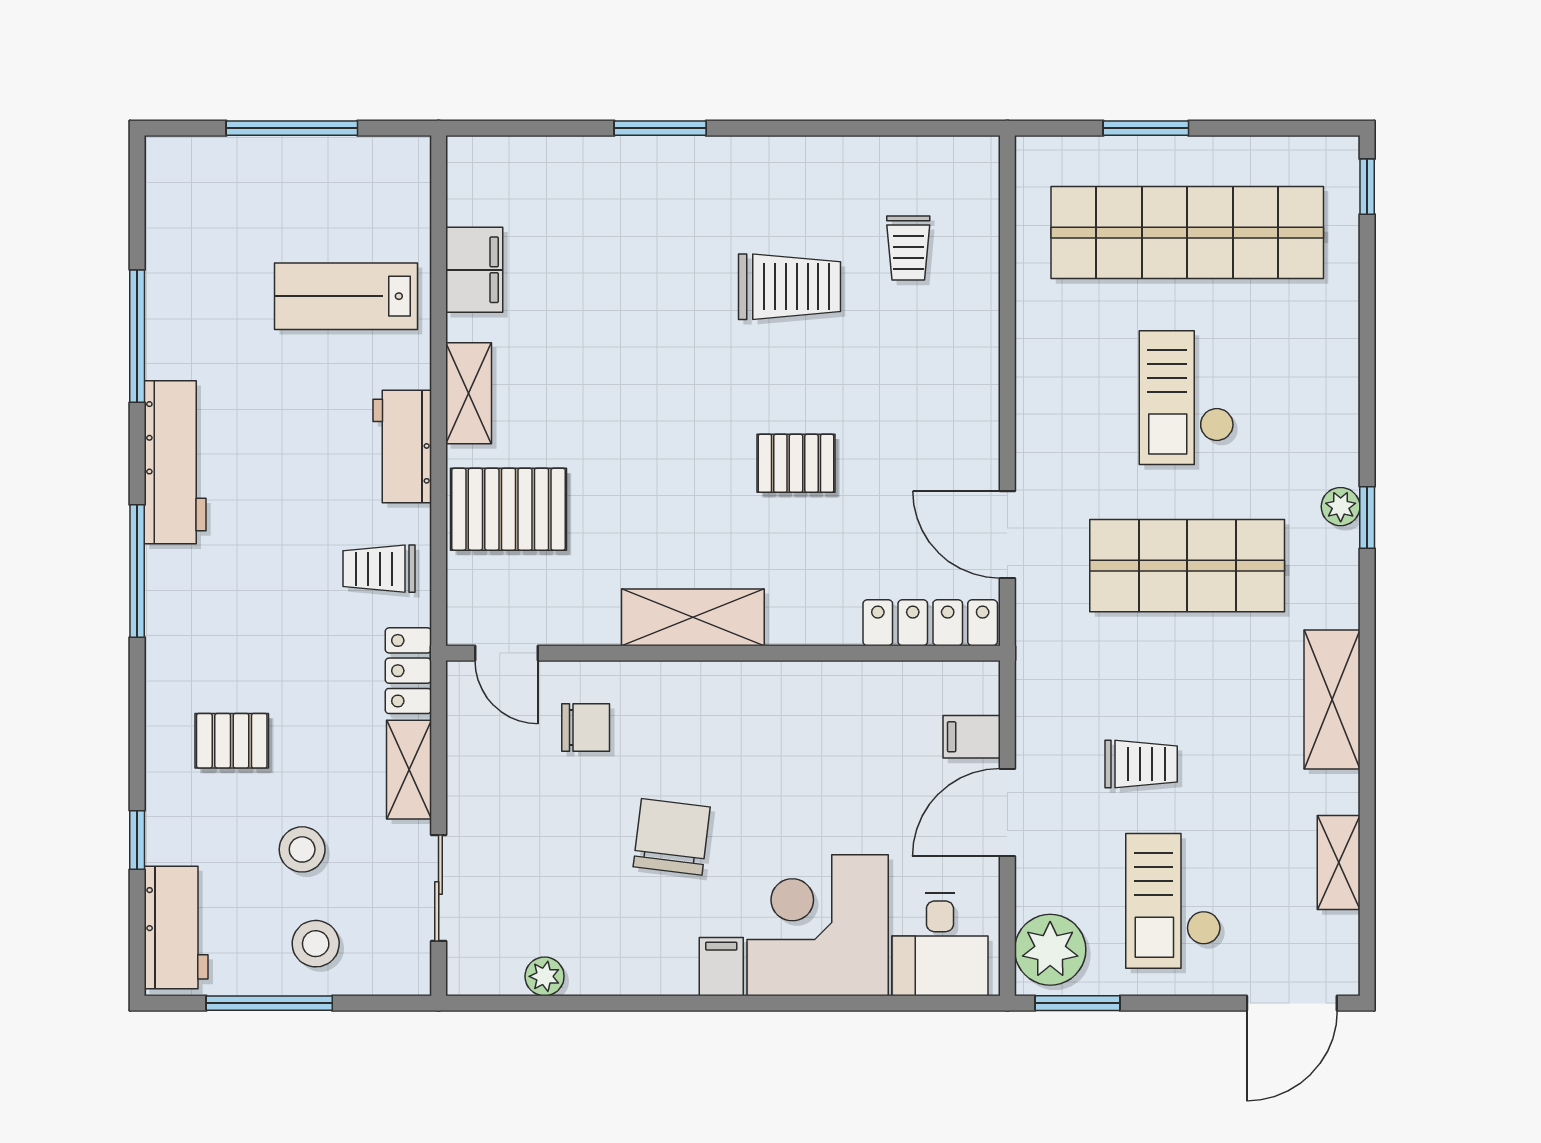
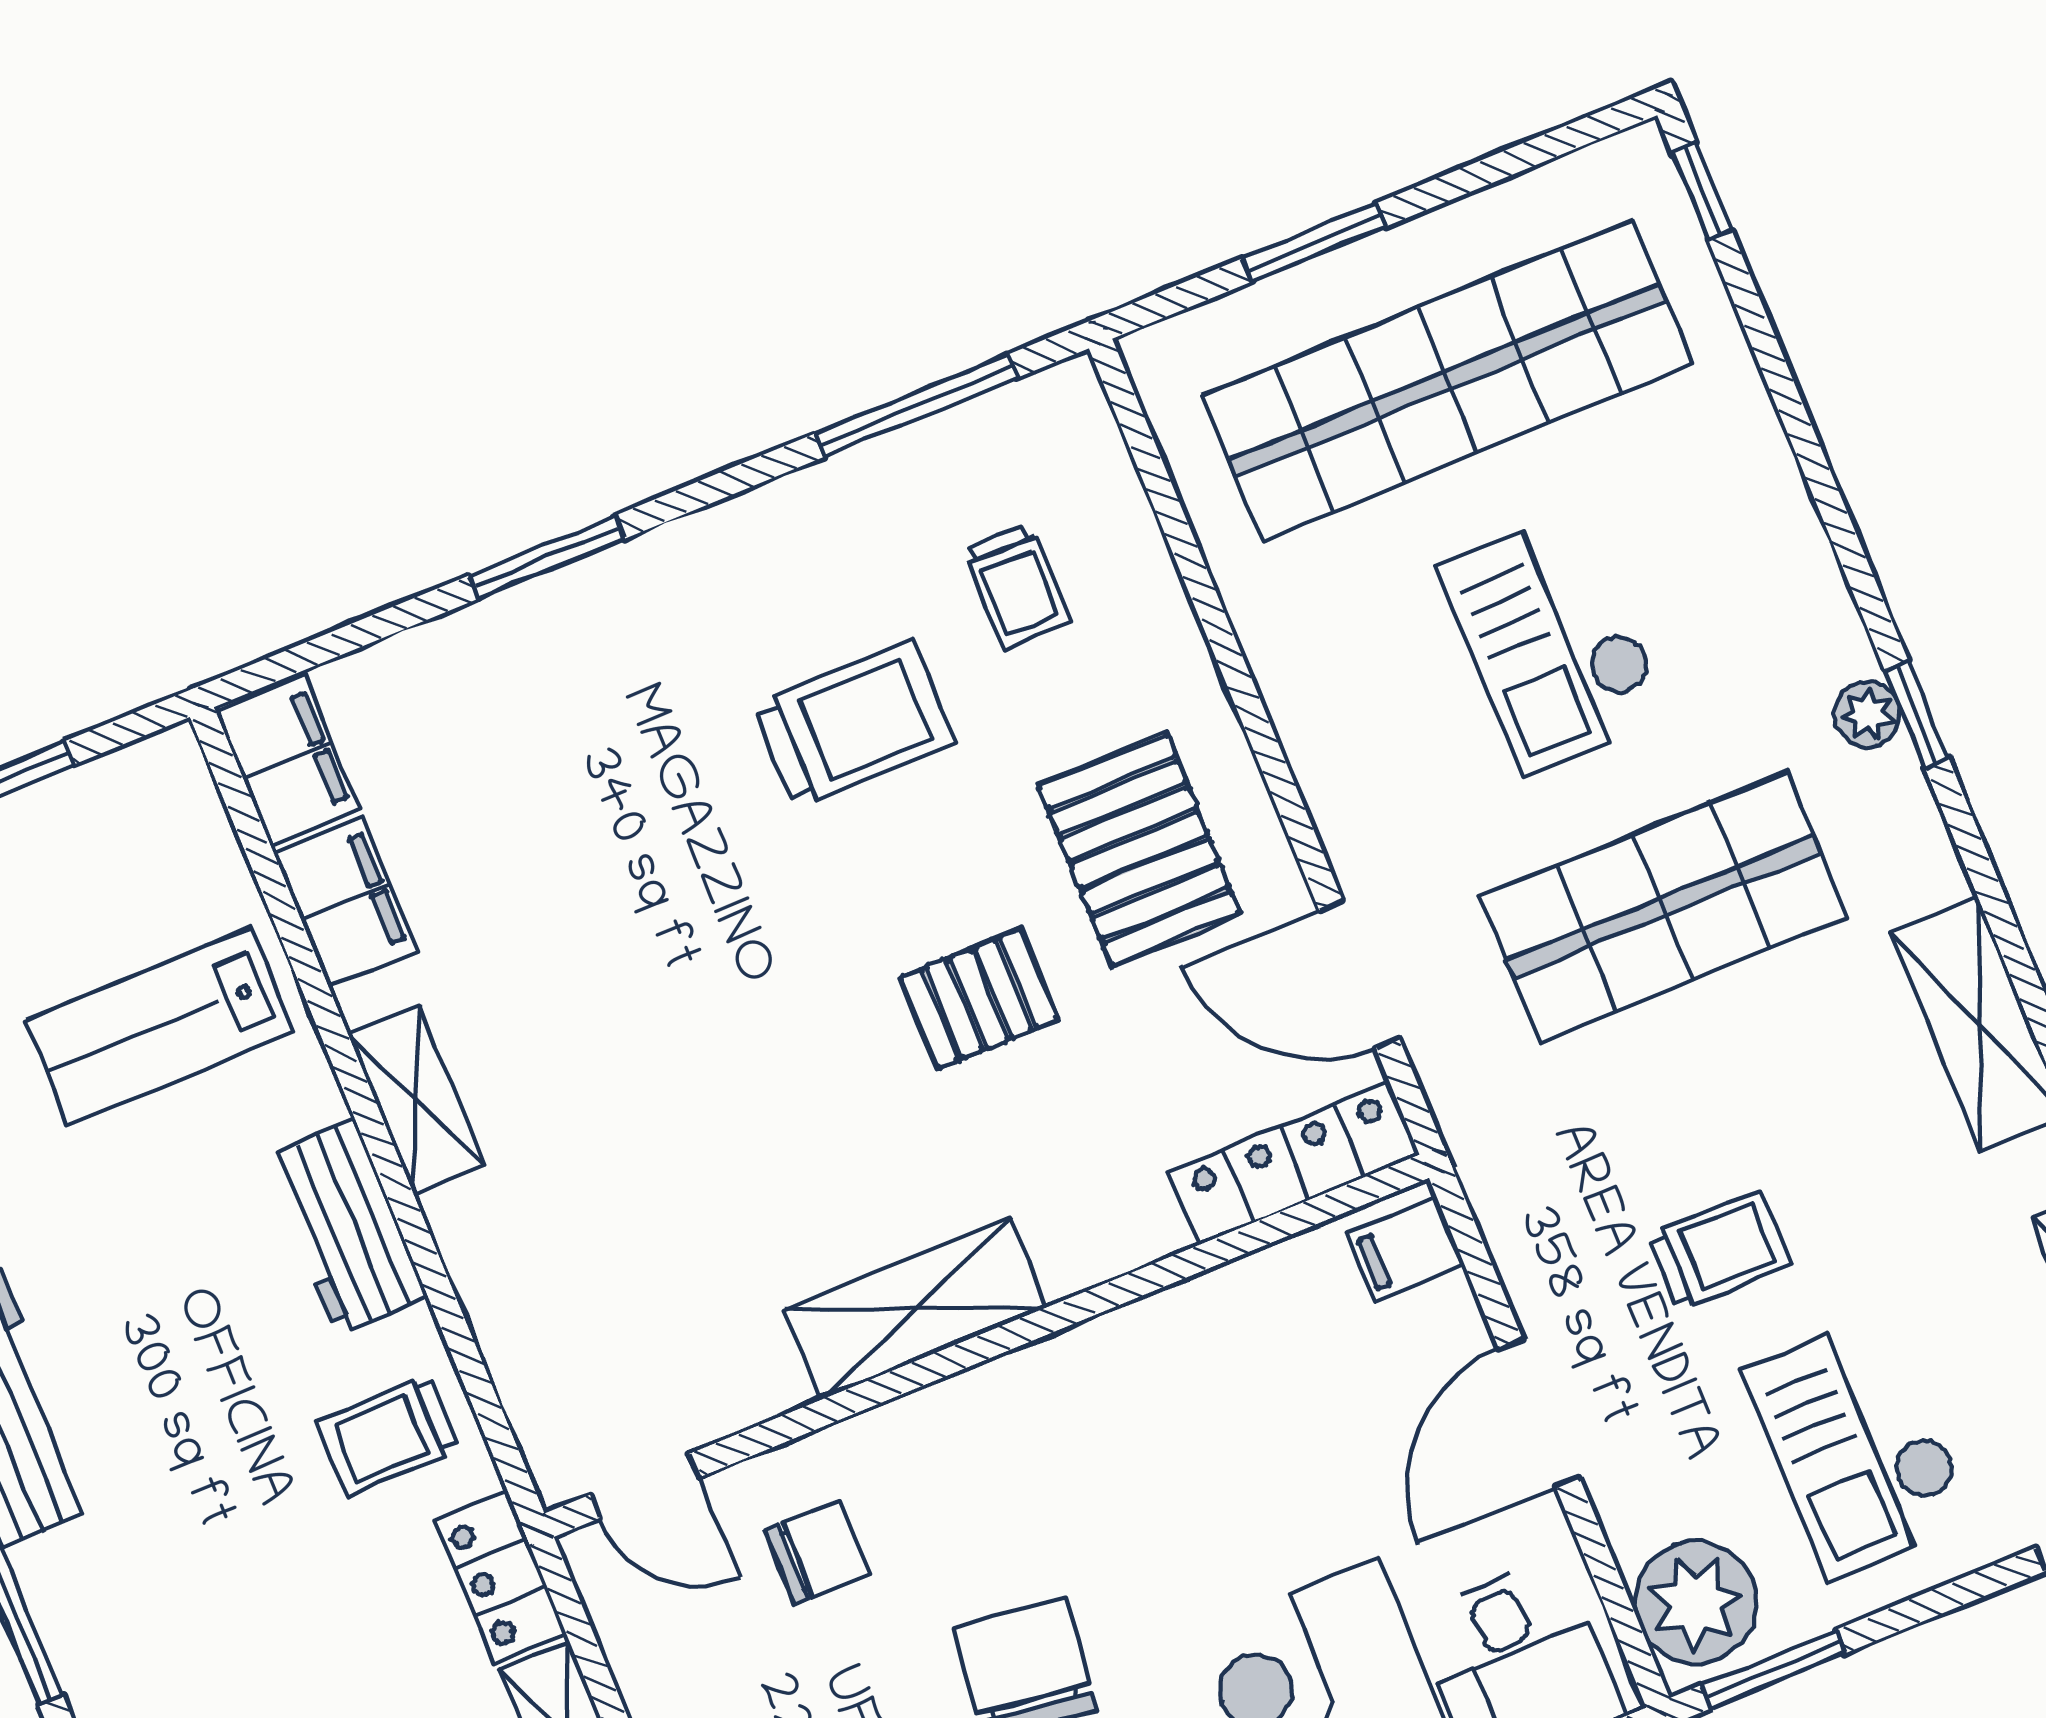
window: (894, 128) -> (916, 406), added
filing cabinet: (474, 181) -> (288, 761), added
pallet: (508, 509) -> (1139, 850), moved, turned 90
filing cabinet: (972, 737) -> (1406, 1249), moved

